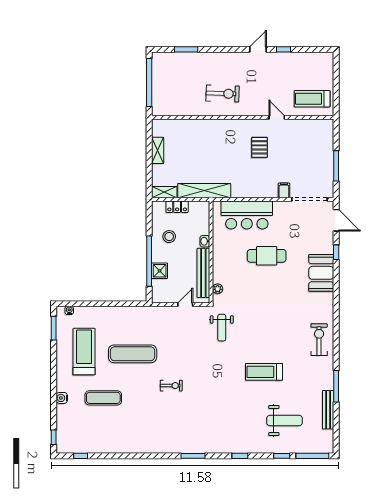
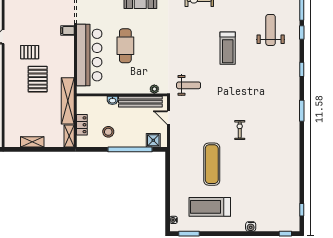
pallet: (229, 156) -> (38, 79), added
bar counter: (247, 215) -> (89, 55), width x1.36
shower: (160, 271) -> (153, 140), moved
exercise mat: (103, 398) -> (251, 190), removed

